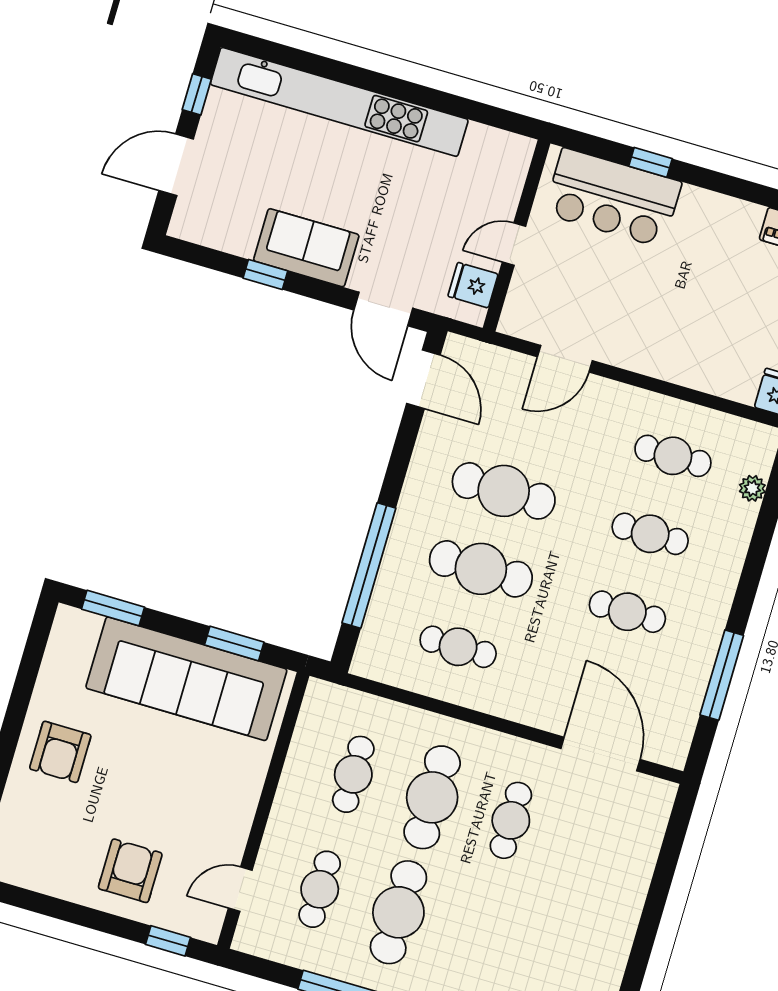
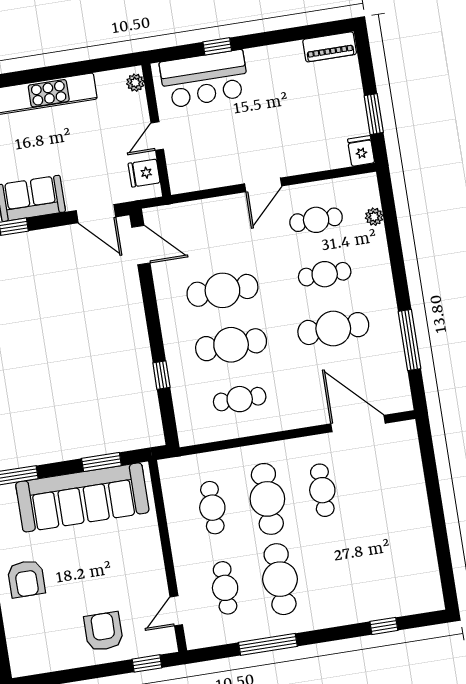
plant: (518, 159) -> (135, 83), added
door: (565, 359) -> (263, 185), moved
window: (369, 565) -> (161, 375), width x0.32
cafe table: (627, 612) -> (333, 329), width x1.37, depth x1.35

